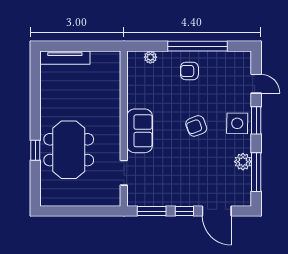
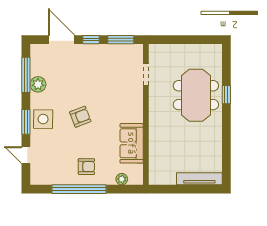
sofa: (140, 131) -> (132, 143), moved

